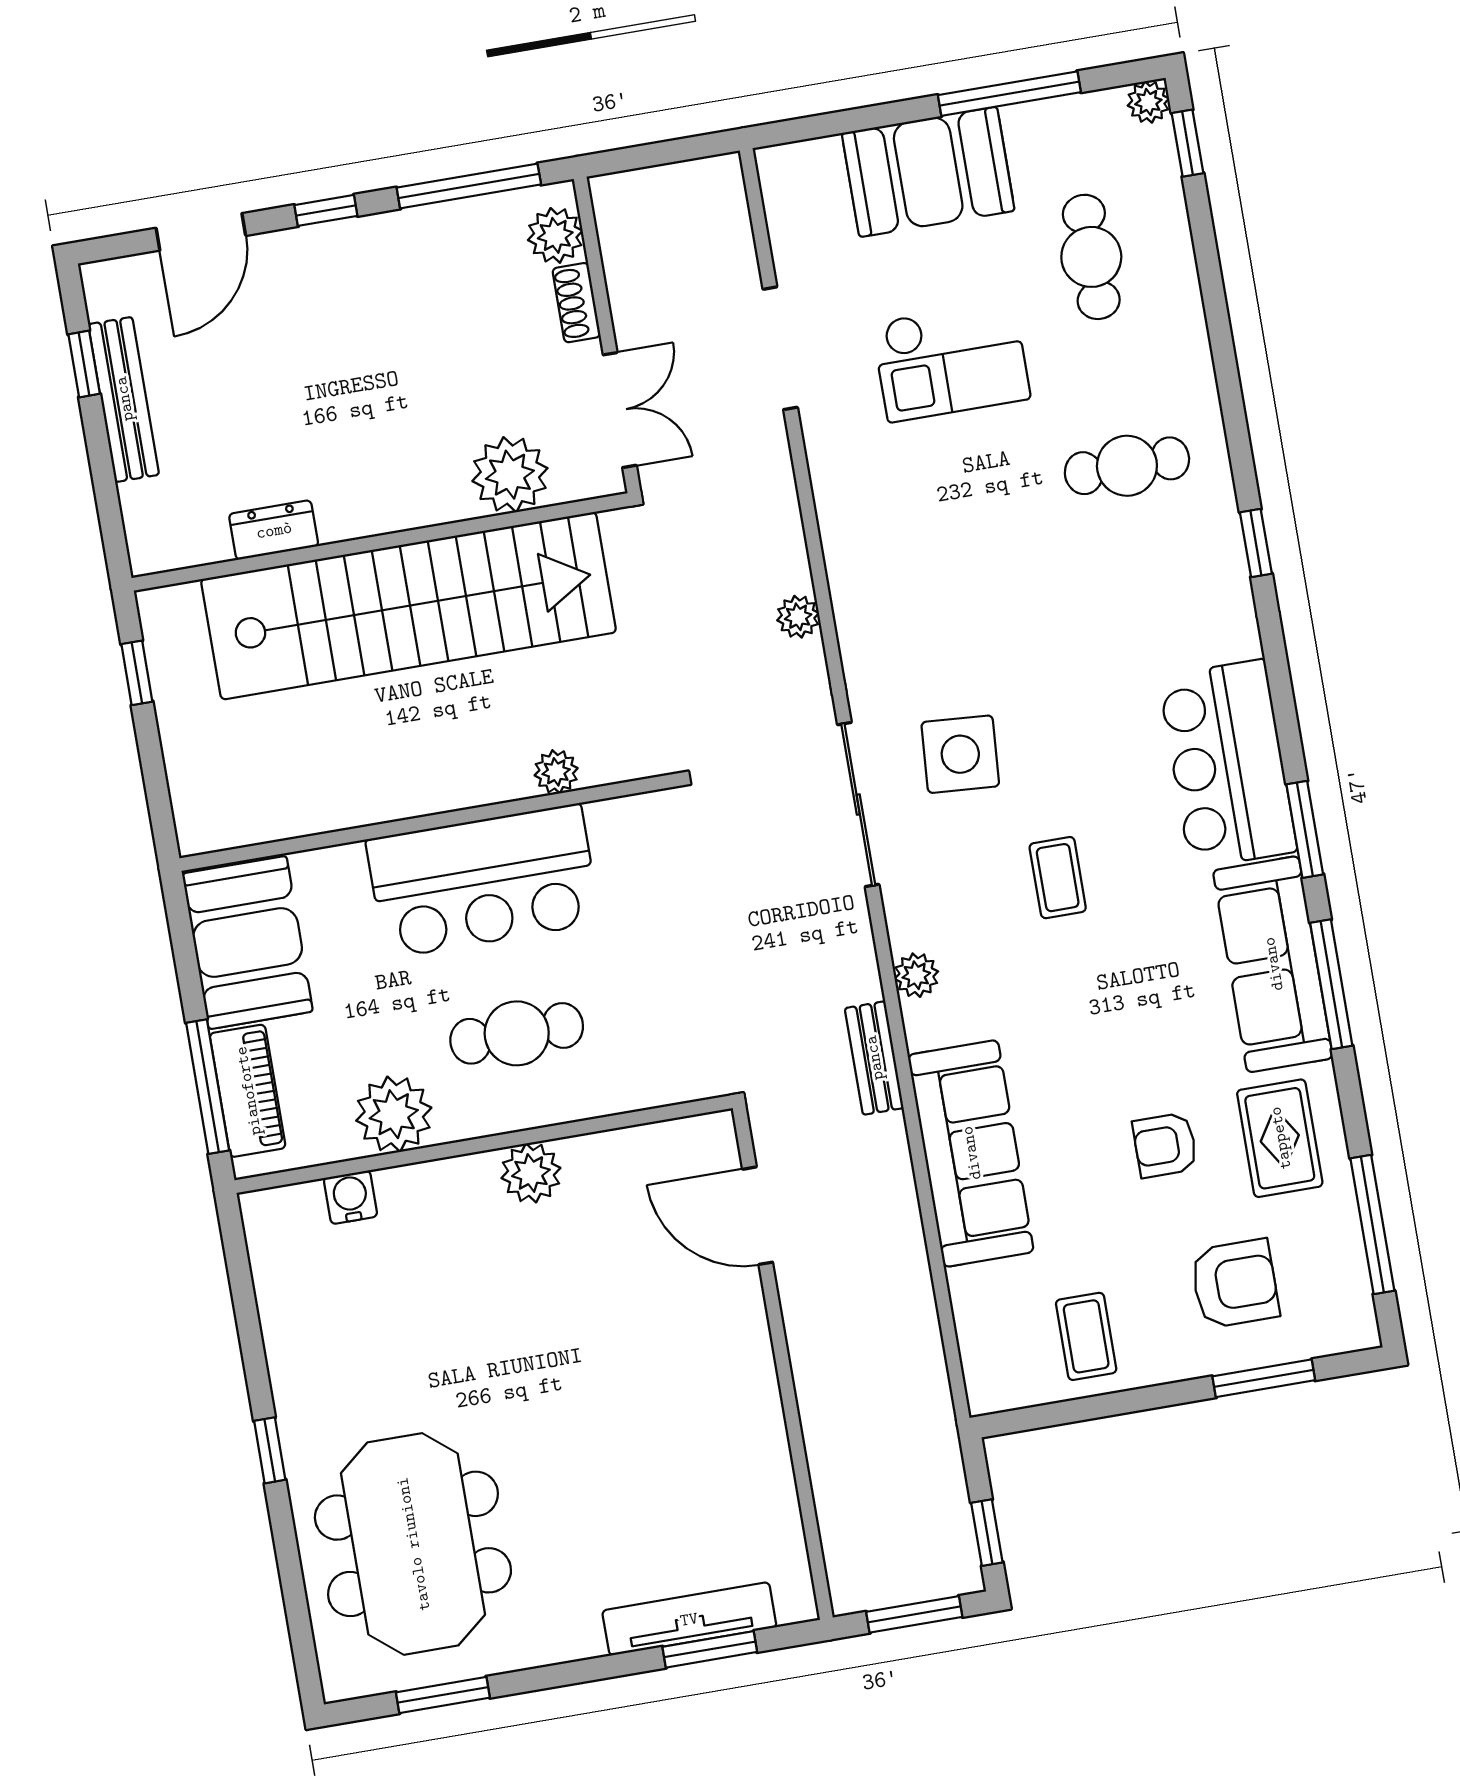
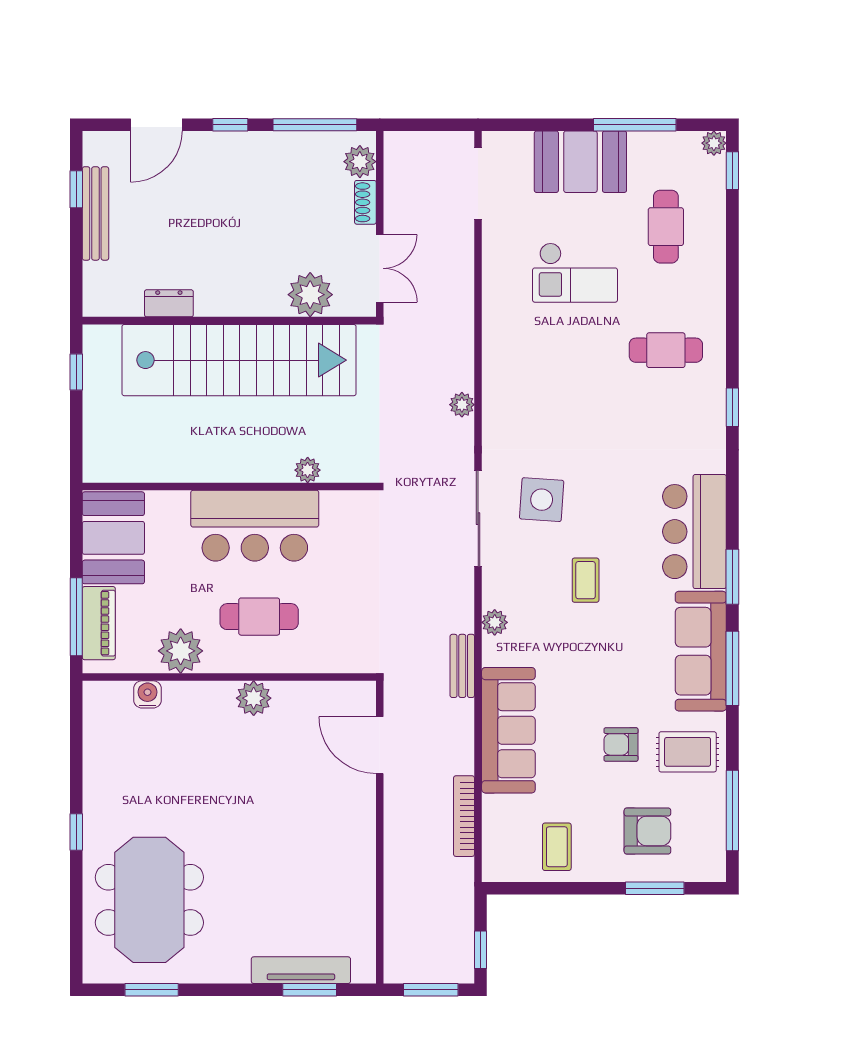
doorway: (780, 348) -> (478, 184), moved
rug: (1280, 1138) -> (688, 752), turned 90
bookcase: (920, 1311) -> (464, 816), added

